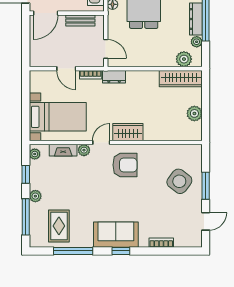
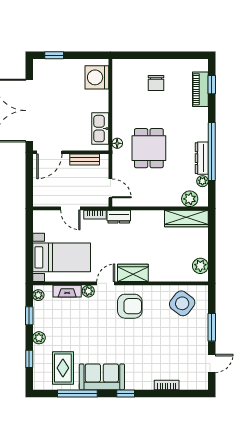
plant: (194, 113) -> (200, 266), moved
side table: (179, 181) -> (182, 303), moved
window: (26, 217) -> (29, 359), width x0.46
sofa: (116, 235) -> (102, 377), moved

